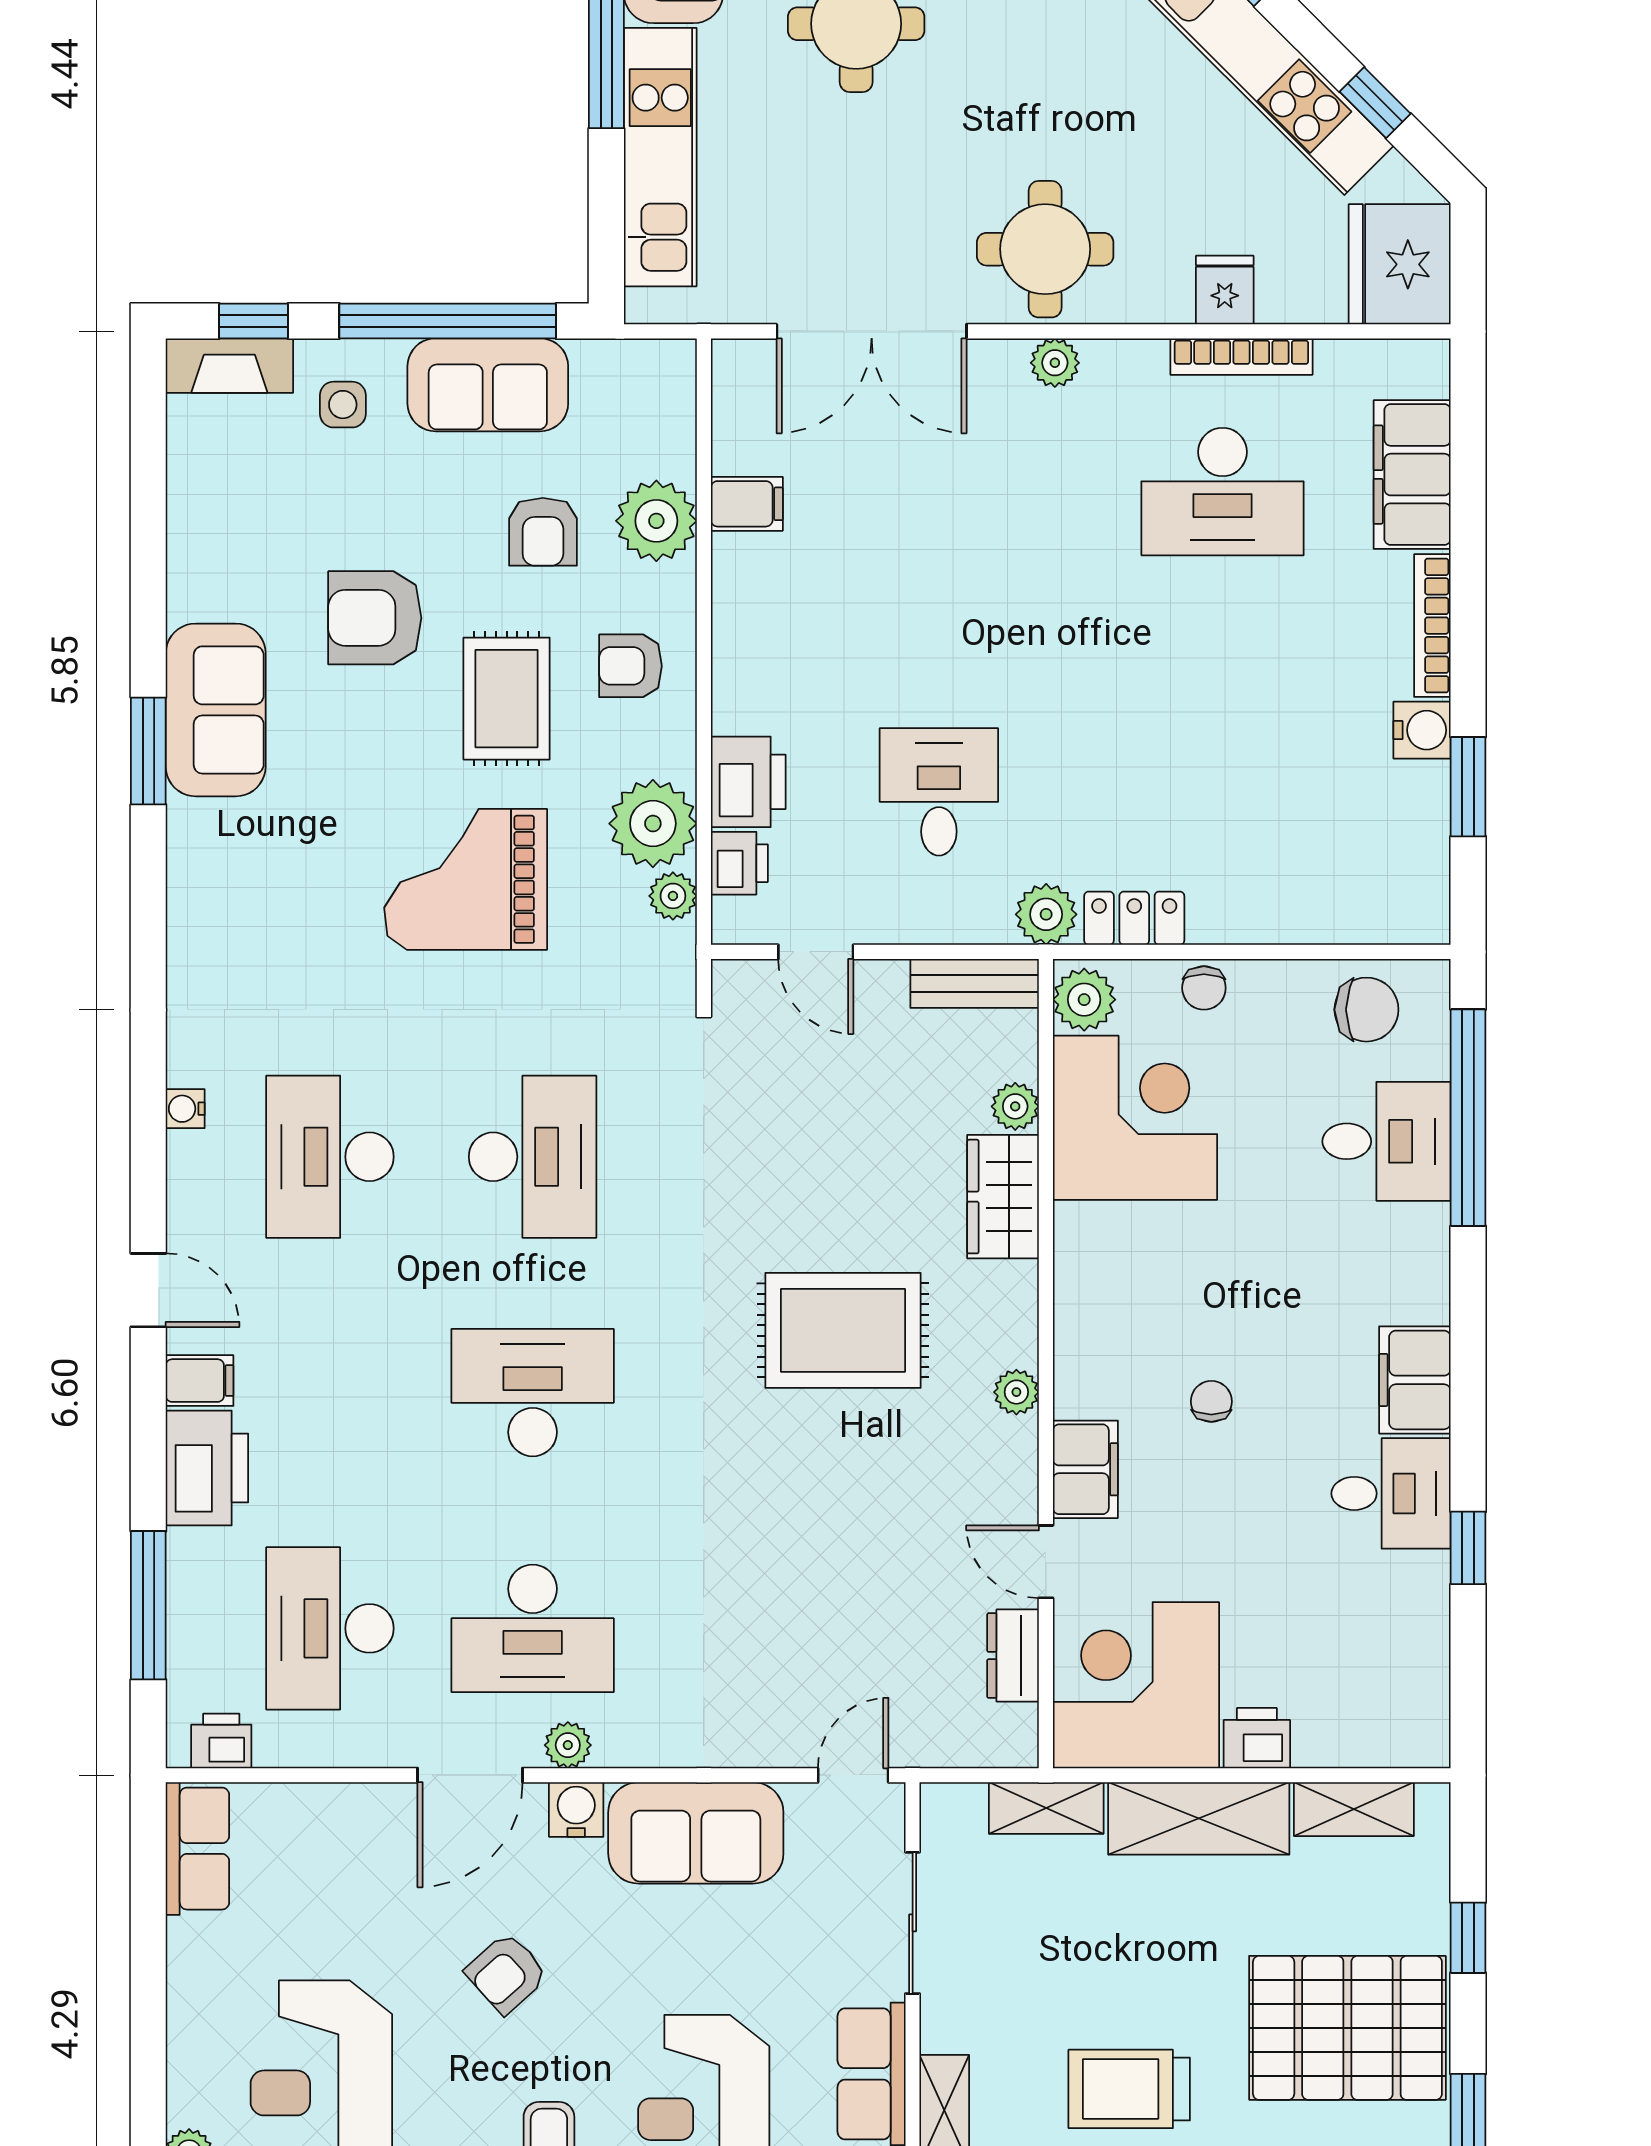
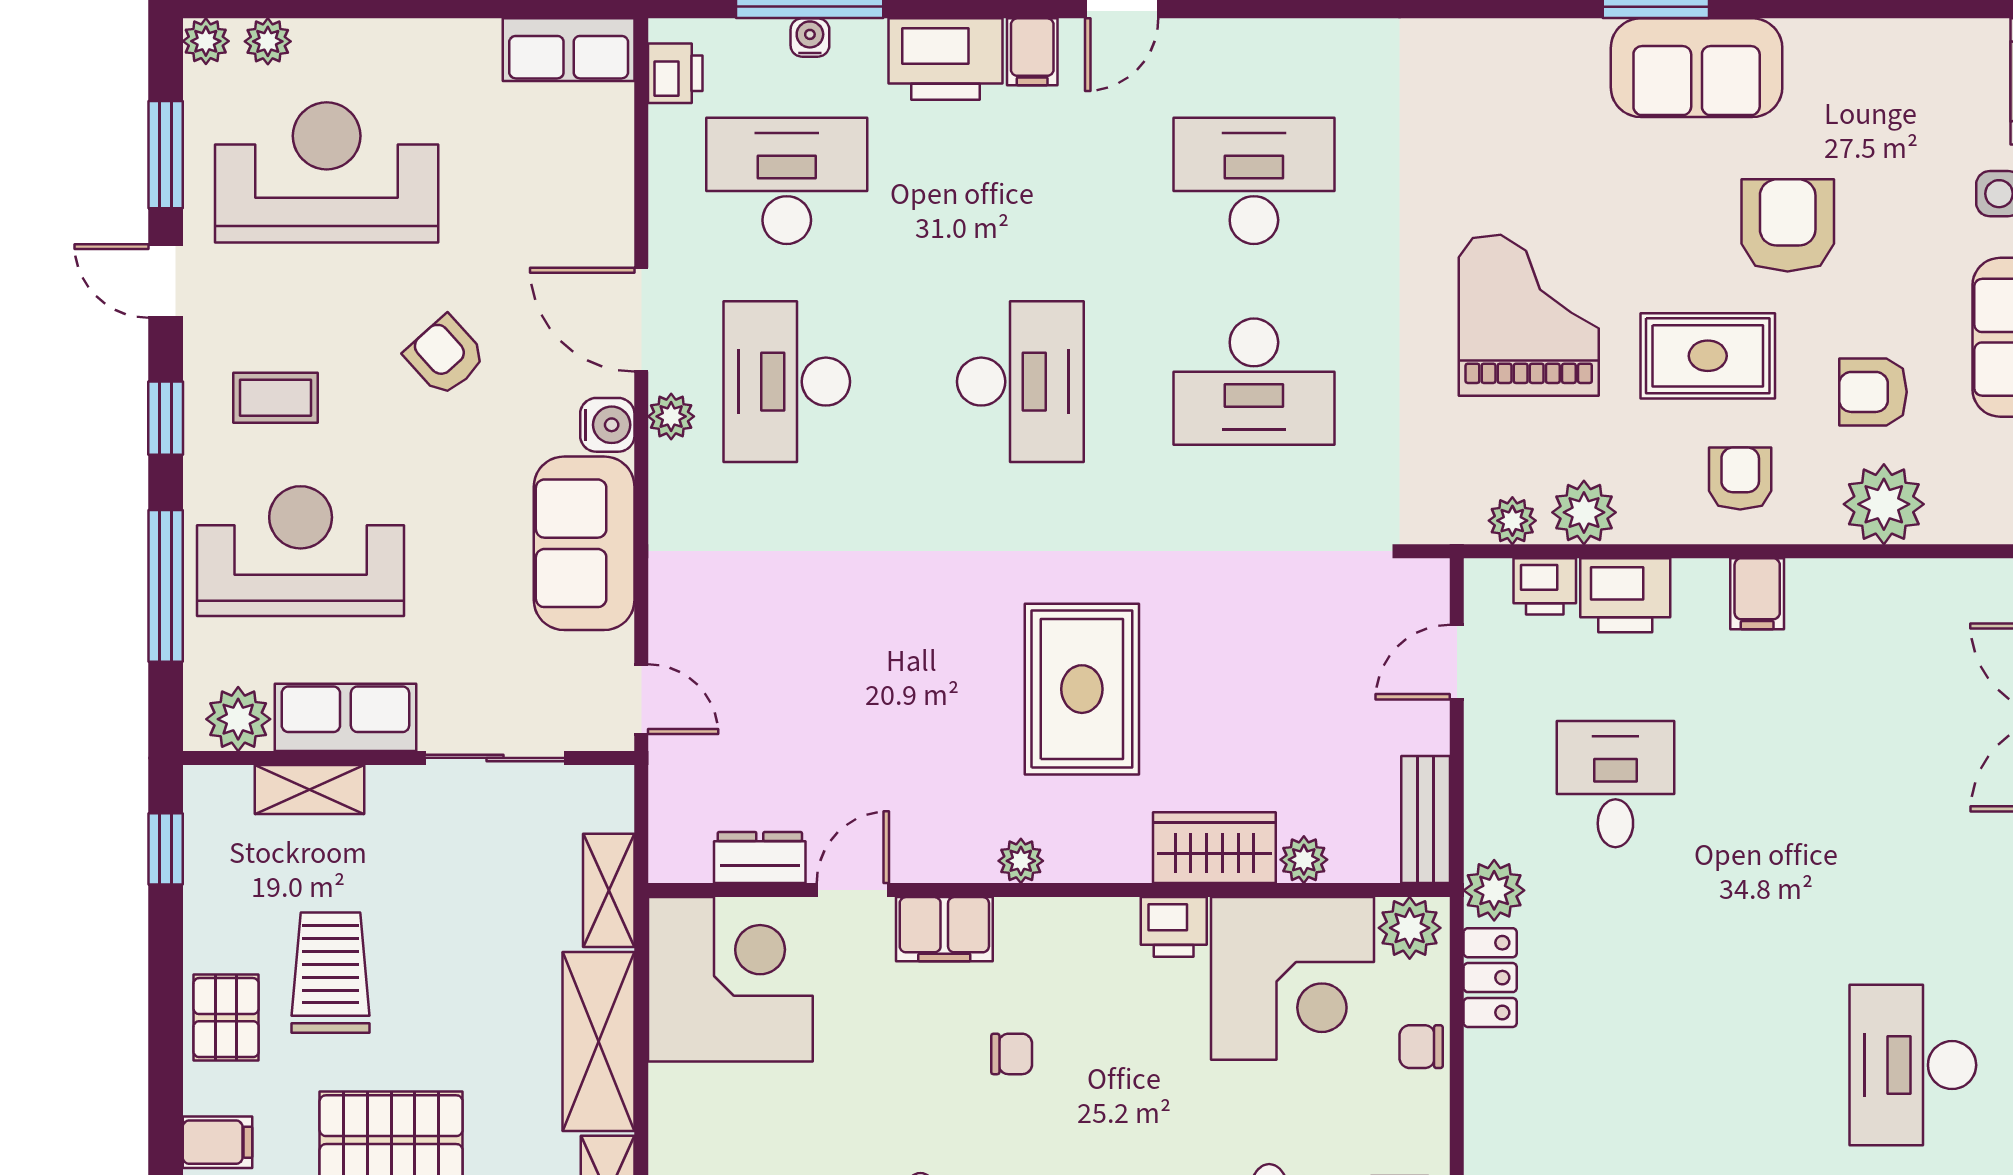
filing cabinet: (747, 504) -> (1757, 594), moved
desk: (939, 792) -> (1615, 784), turned -90
plant: (653, 824) -> (1584, 512), width x0.73, depth x0.73
water cooler: (185, 1109) -> (810, 37), moved
printer: (1257, 1738) -> (1174, 927), moved, turned 90

